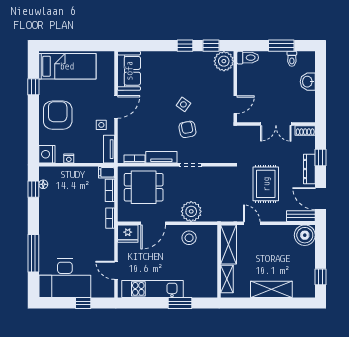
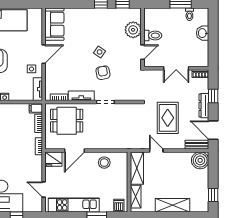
toilet: (248, 58) -> (153, 36), moved
plant: (224, 61) -> (133, 30), moved
plant: (191, 211) -> (106, 141), removed
dishwasher: (207, 290) -> (119, 206), added

